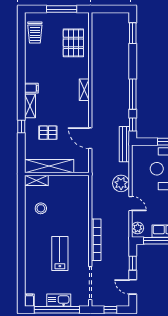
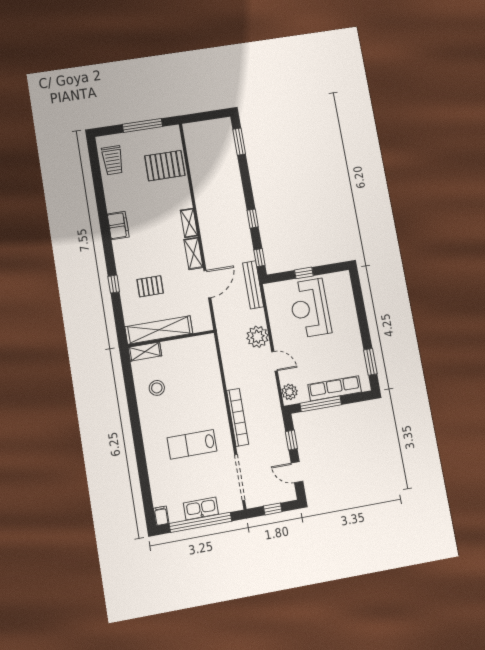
pallet: (73, 43) -> (165, 166), turned 90
filing cabinet: (31, 88) -> (118, 226), width x2.00
window: (133, 94) -> (253, 219), width x0.46
shelving: (30, 106) -> (193, 253), moved
door: (90, 138) -> (207, 284), swing flipped
lab bench: (60, 253) -> (192, 444), turned -90

